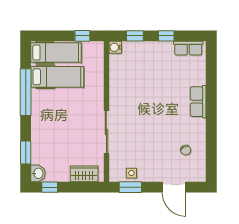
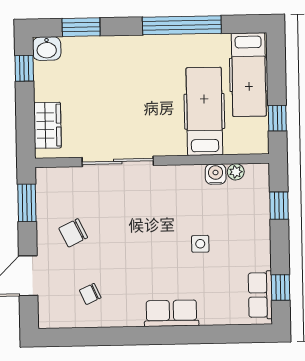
window: (166, 36) -> (281, 287), moved
water cooler: (115, 47) -> (216, 174), moved
plant: (114, 61) -> (236, 172), added
hospital bed: (57, 77) -> (204, 111), moved, turned 180
chair: (149, 160) -> (73, 233), added
side table: (131, 173) -> (200, 244), moved

